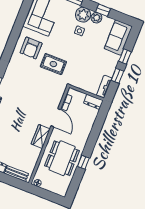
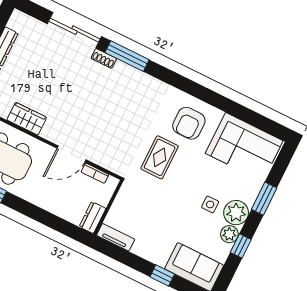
armchair: (31, 48) -> (189, 123), turned -90
window: (117, 76) -> (132, 260), removed
wardrobe: (41, 136) -> (27, 119), moved

